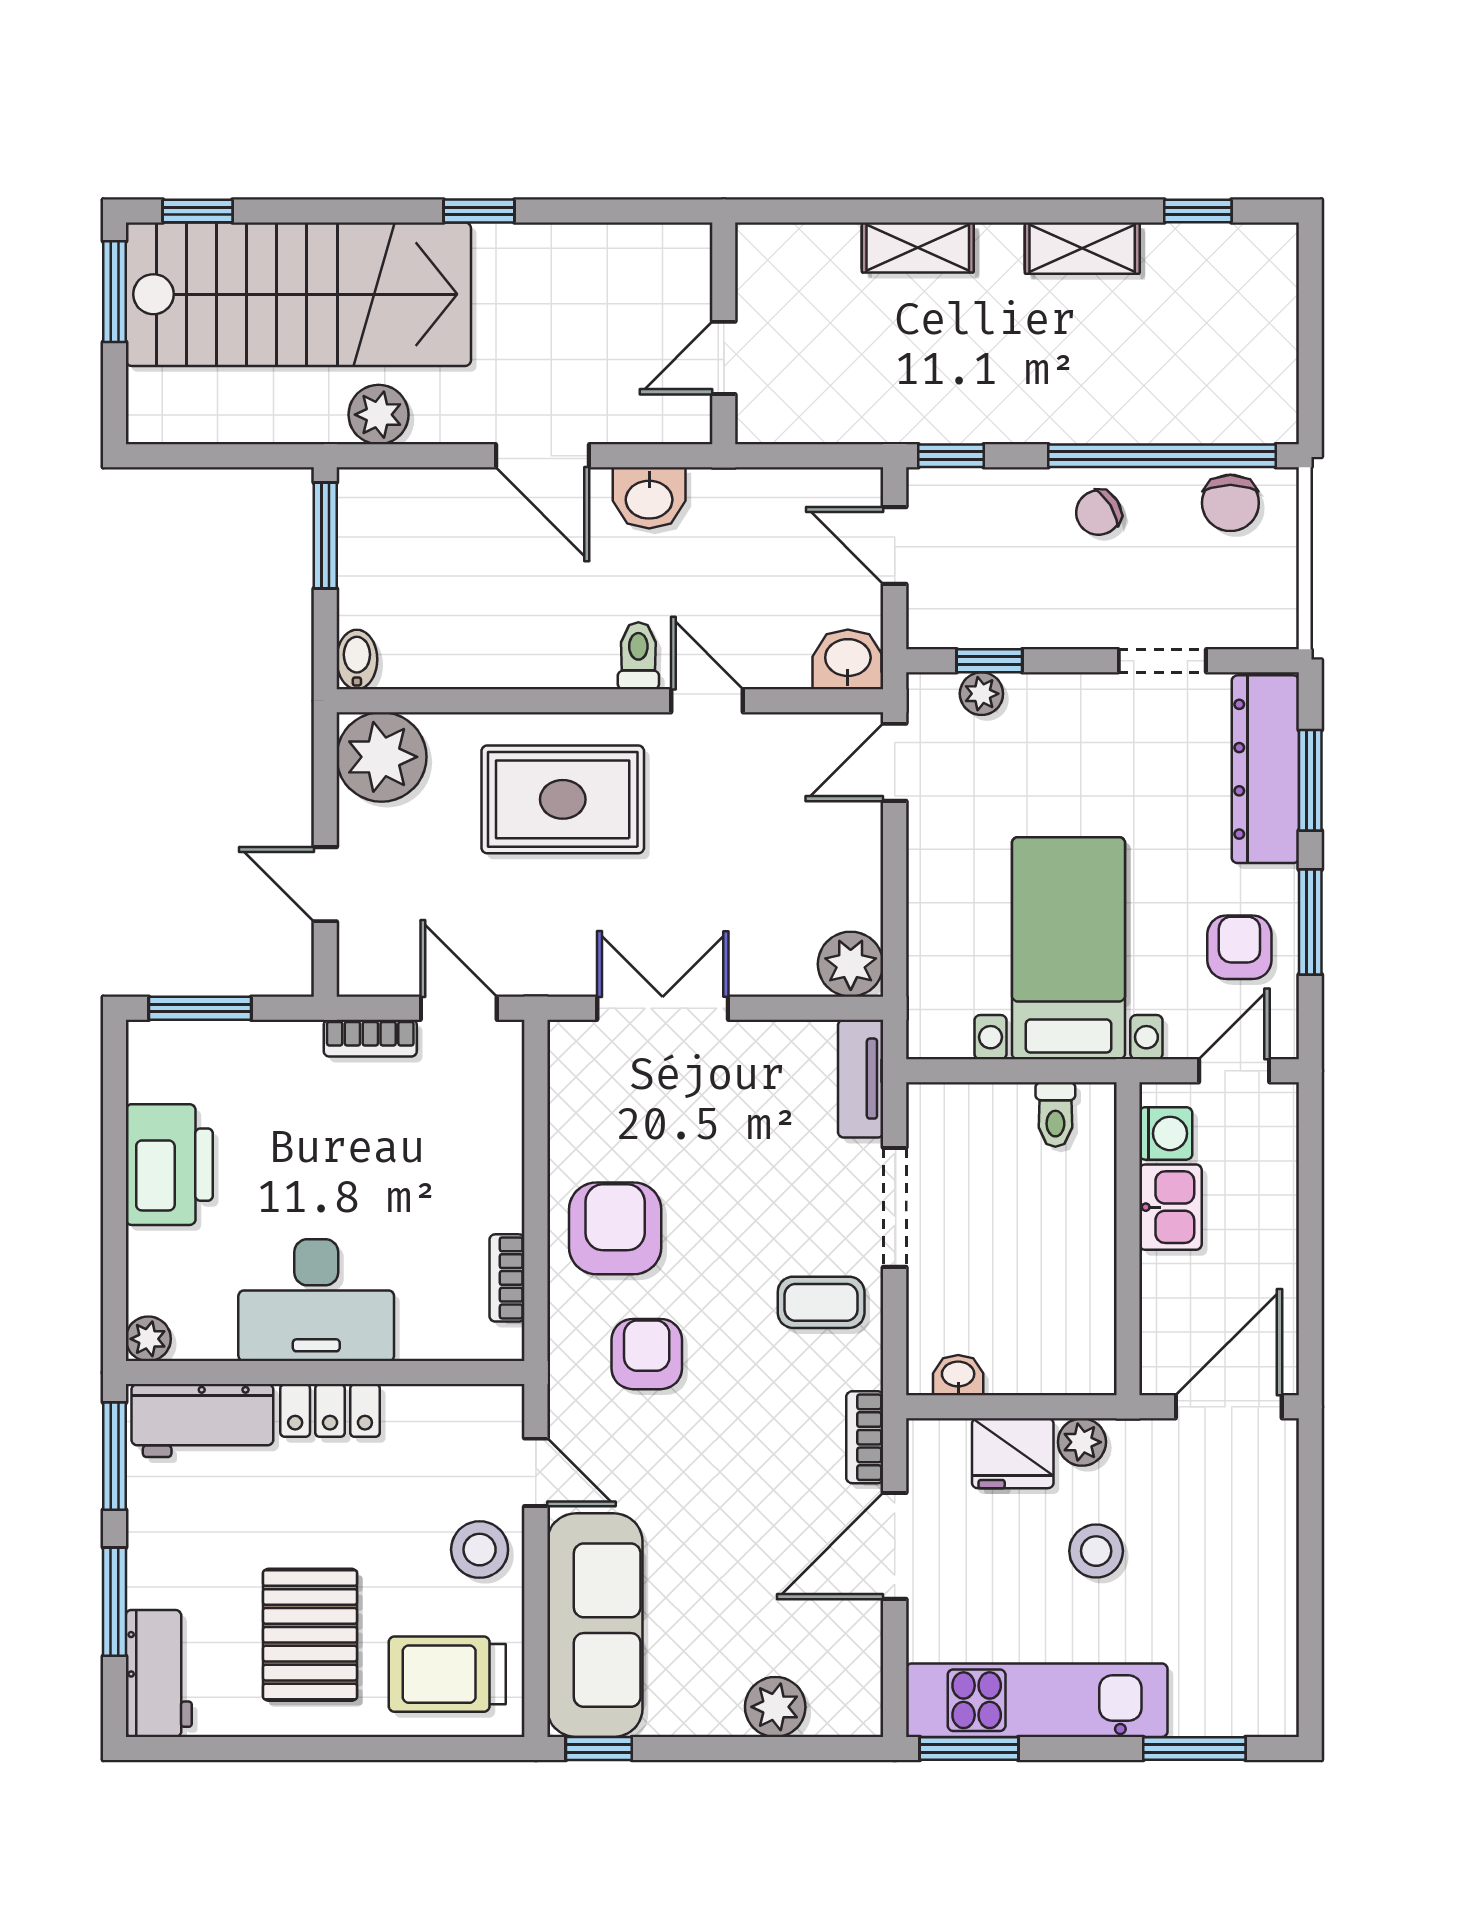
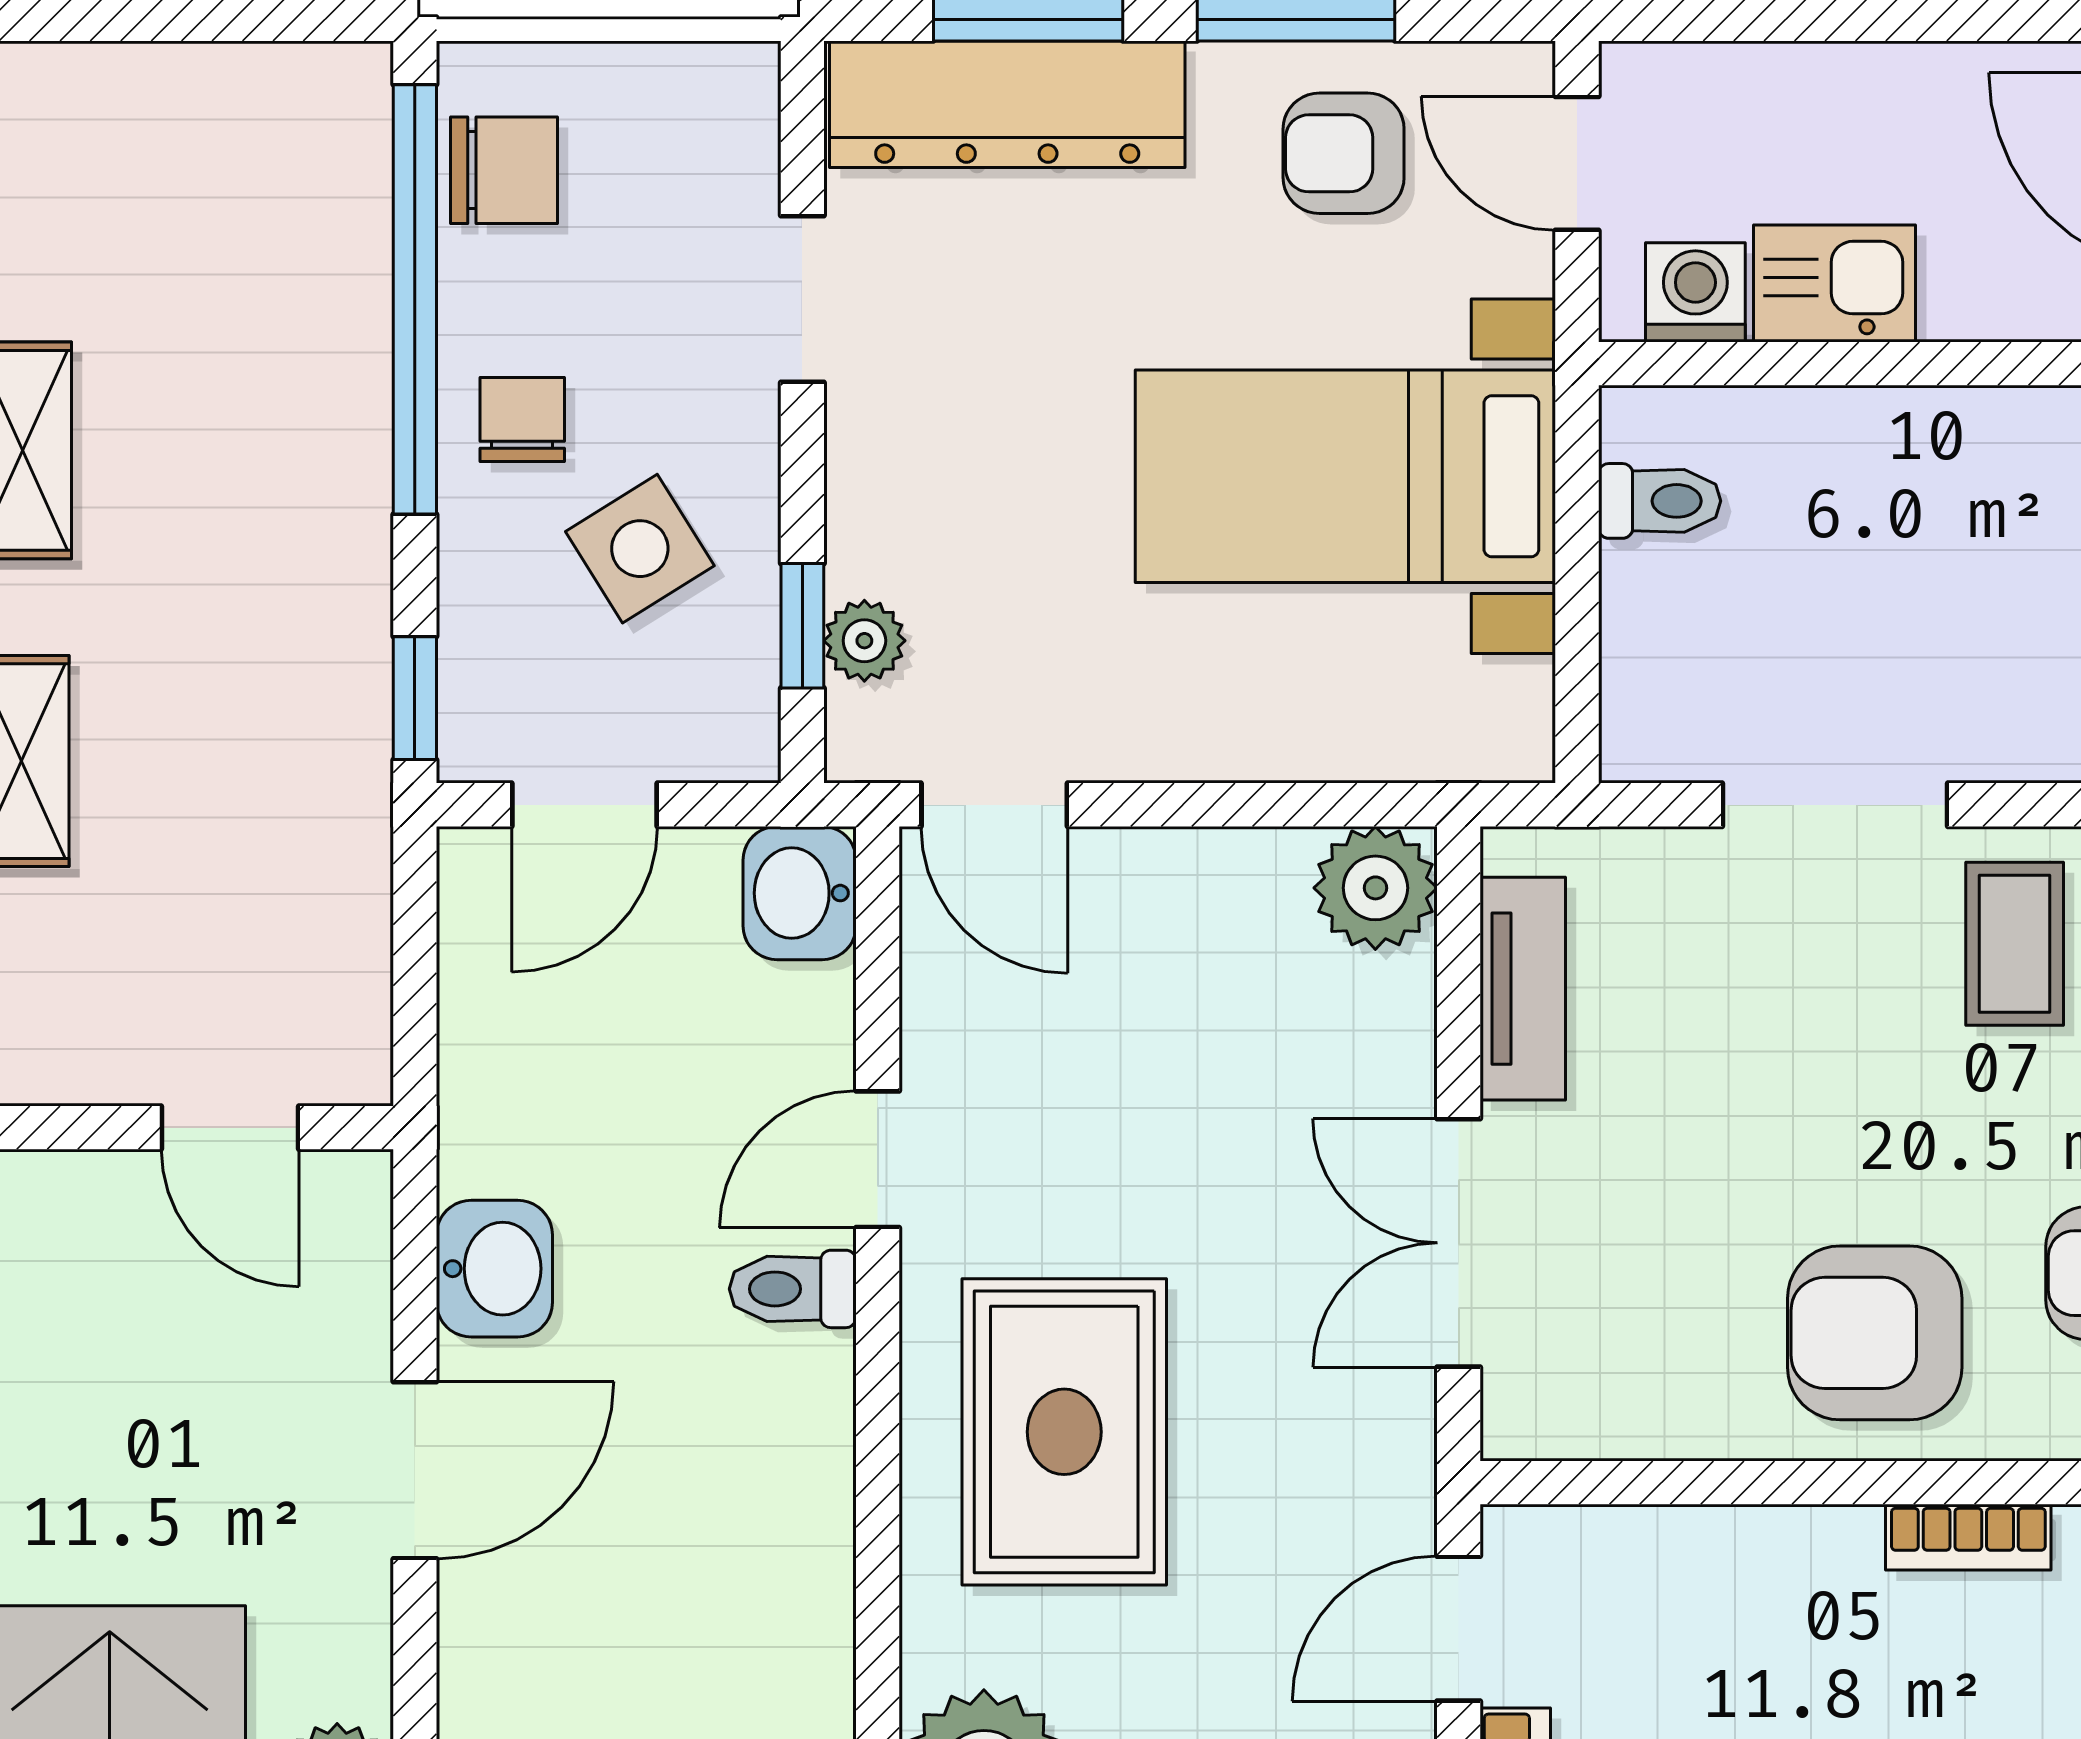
chair: (1099, 513) -> (522, 419), turned -148
side table: (1030, 575) -> (640, 549), added
tv unit: (861, 1079) -> (1523, 989), moved, turned -90

